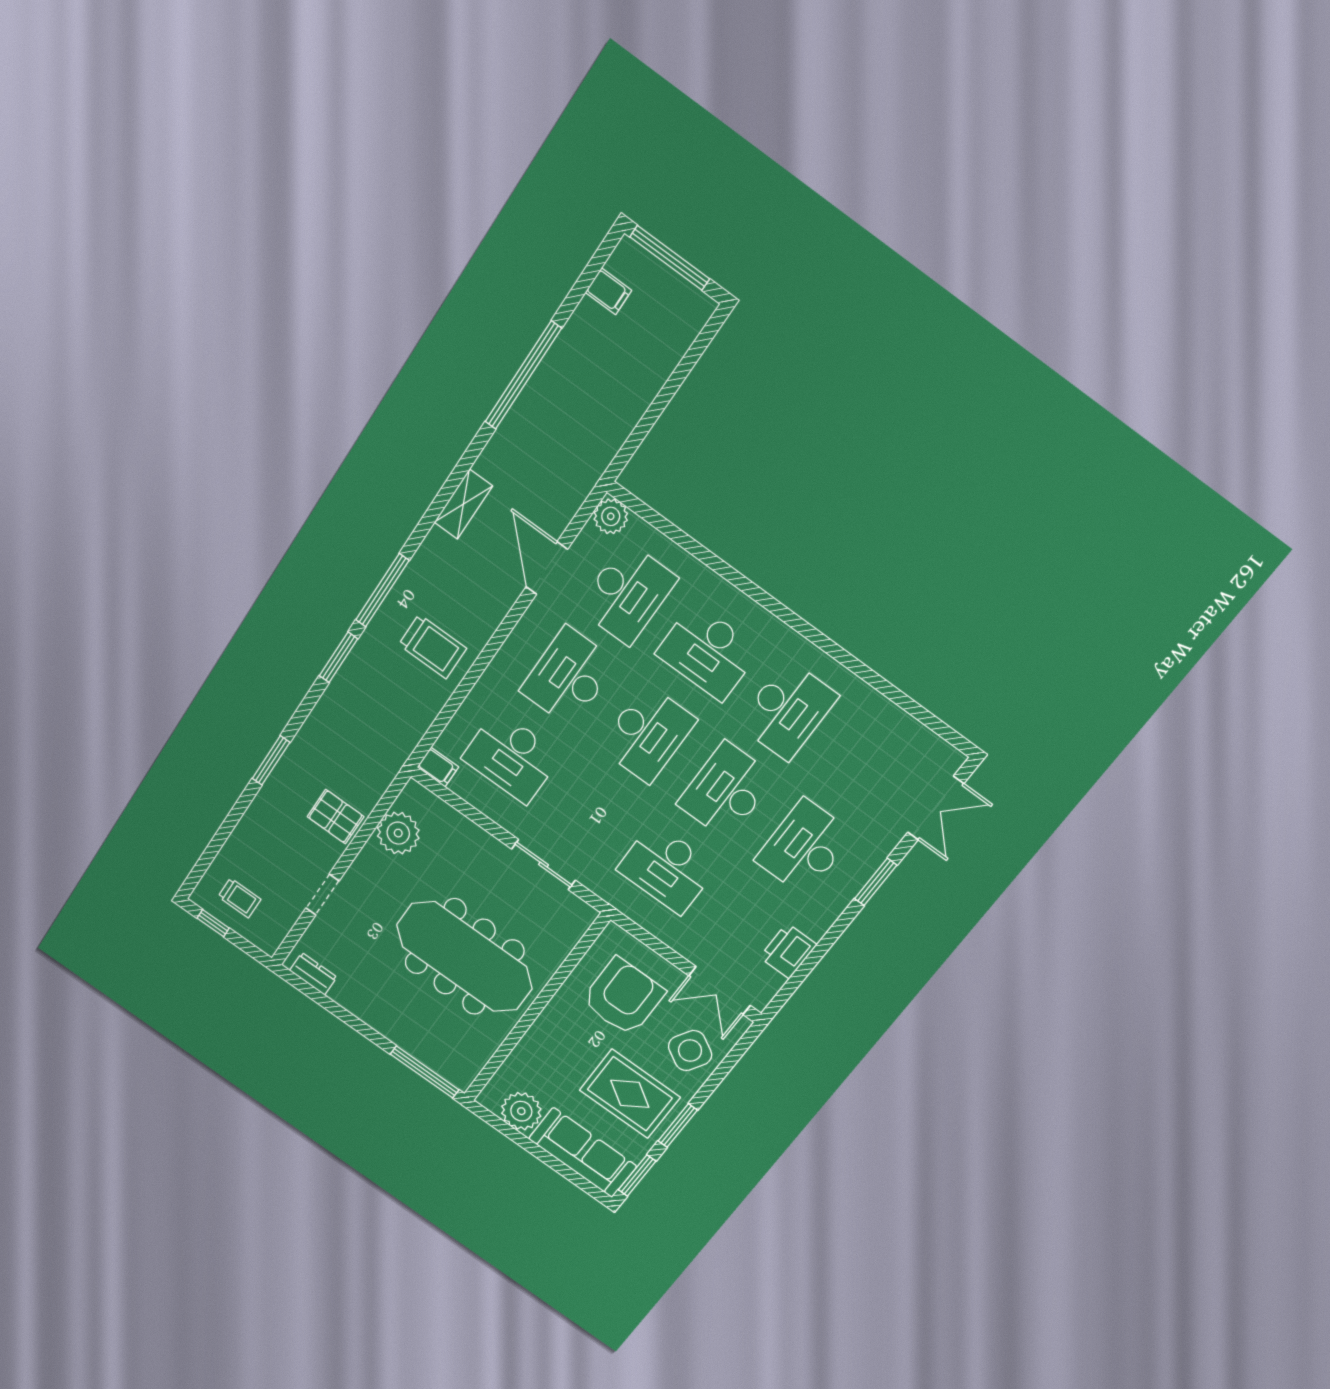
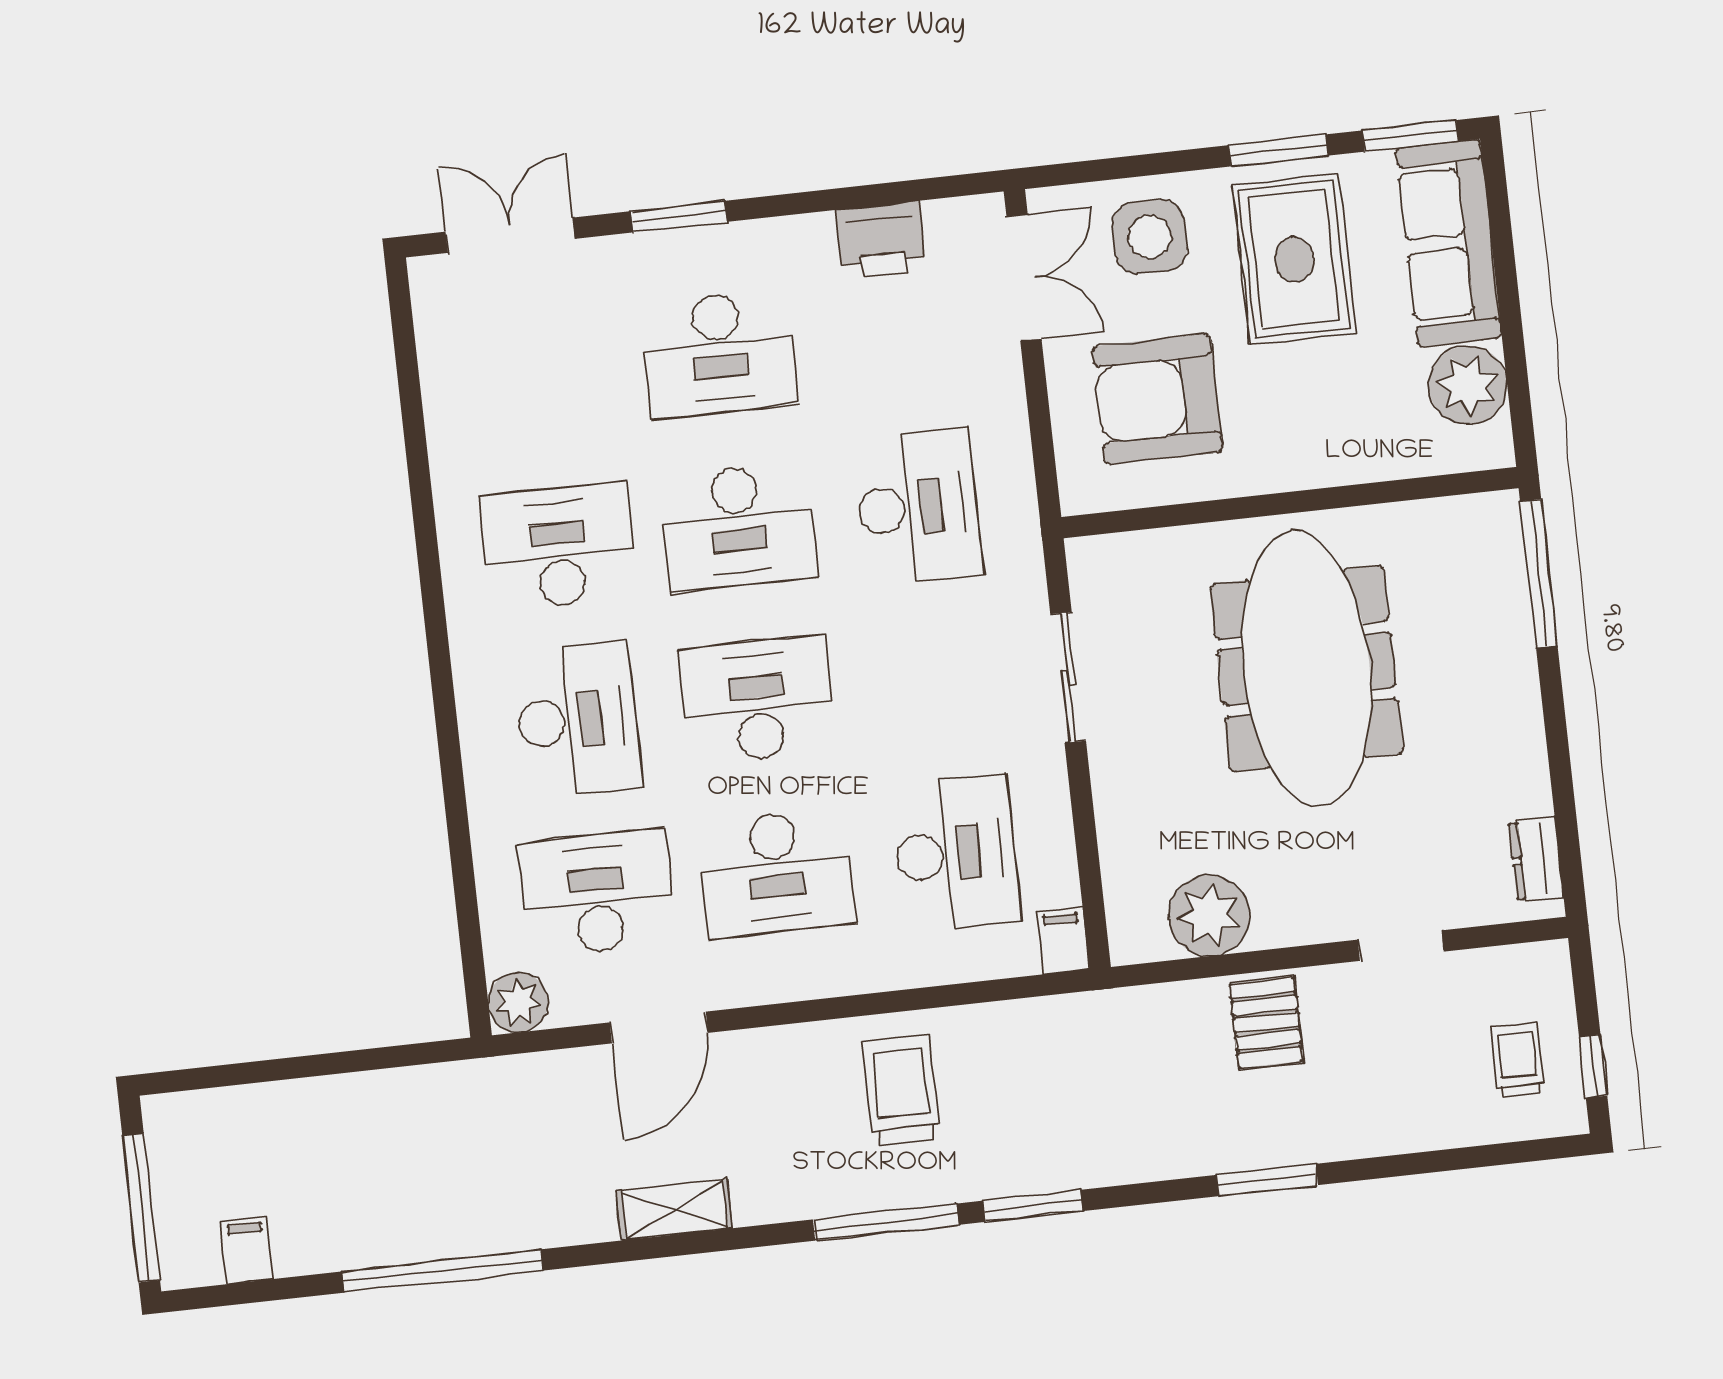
side table: (690, 1051) -> (1150, 237), turned -30

